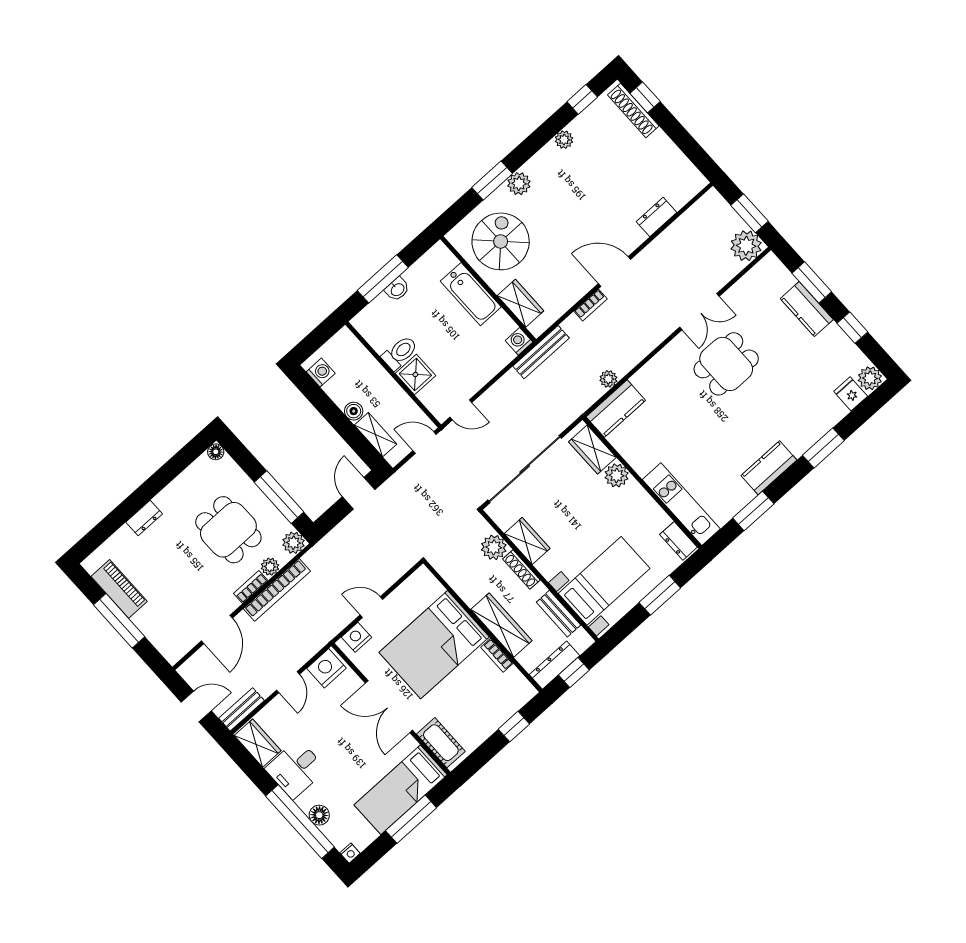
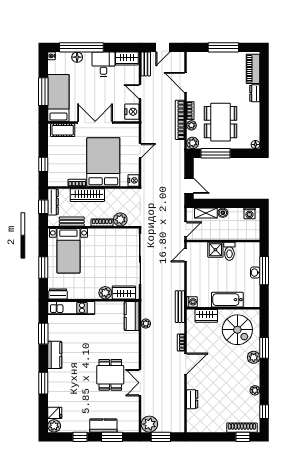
dining table: (228, 530) -> (221, 122), width x1.38
wardrobe: (527, 541) -> (111, 235), removed
piano: (119, 589) -> (253, 69), moved, turned 90
nightstand: (357, 637) -> (133, 180), moved

